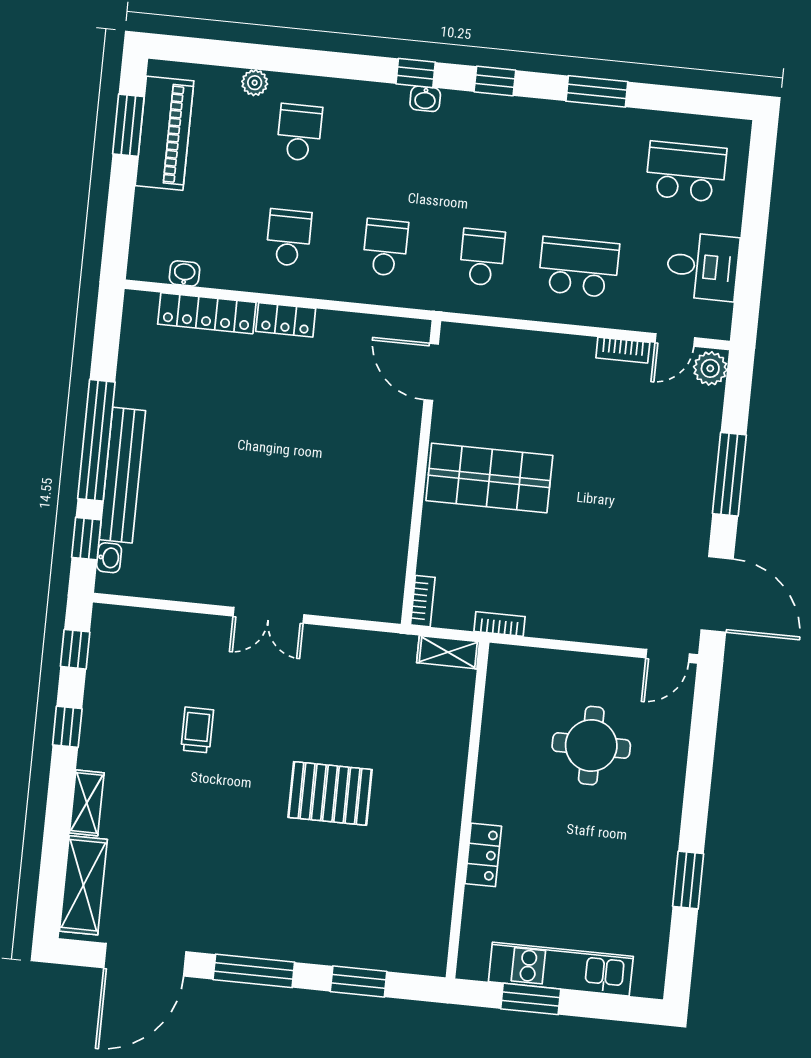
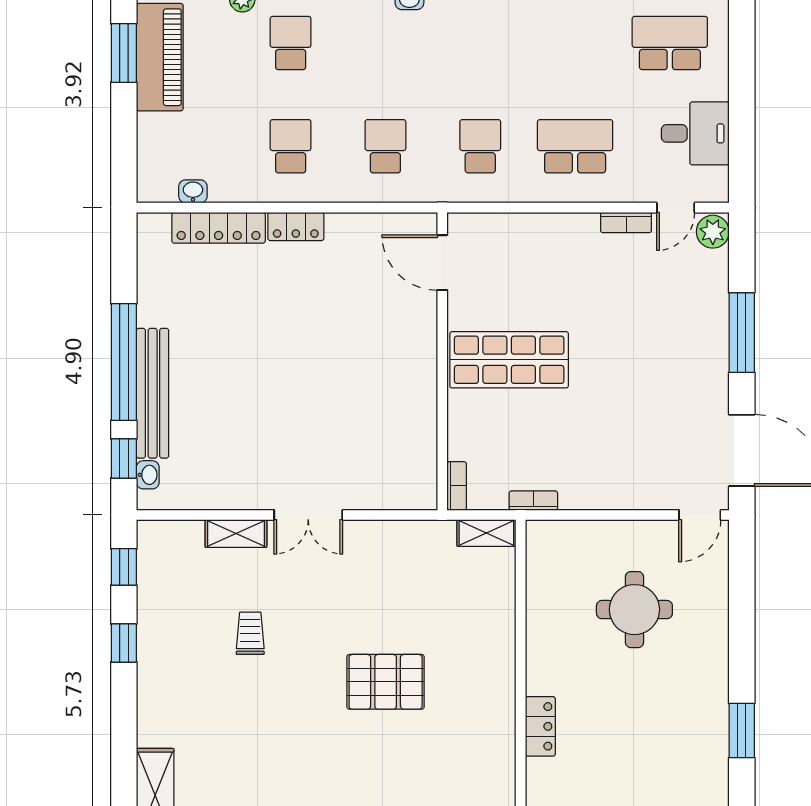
shelving: (87, 803) -> (236, 534), moved, turned 90

